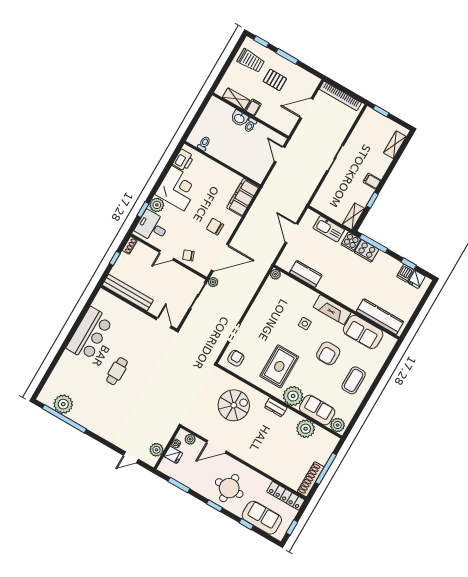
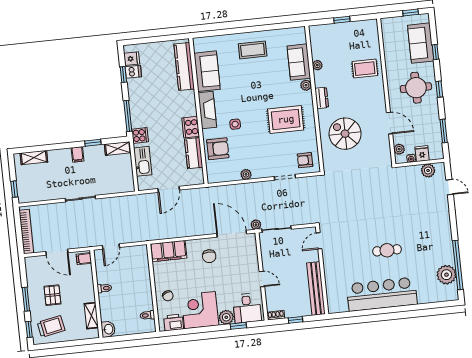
trolley: (251, 61) -> (51, 326), turned 79
filing cabinet: (253, 107) -> (84, 259), moved
washbasin: (239, 118) -> (108, 329), moved
cooker: (366, 251) -> (191, 127), moved, turned 180
chair: (188, 255) -> (168, 296), moved
plant: (275, 274) -> (246, 174), moved
bar counter: (90, 334) -> (382, 294), width x1.36
armchair: (328, 353) -> (218, 149), moved
plant: (293, 396) -> (306, 85), width x0.53, depth x0.53
plant: (338, 425) -> (299, 36), removed
plant: (306, 429) -> (317, 65), width x0.53, depth x0.53
rug: (274, 459) -> (365, 69), added
window: (326, 469) -> (342, 20), width x0.46
shoe rack: (311, 479) -> (360, 26), removed
locker: (286, 496) -> (388, 37), removed

